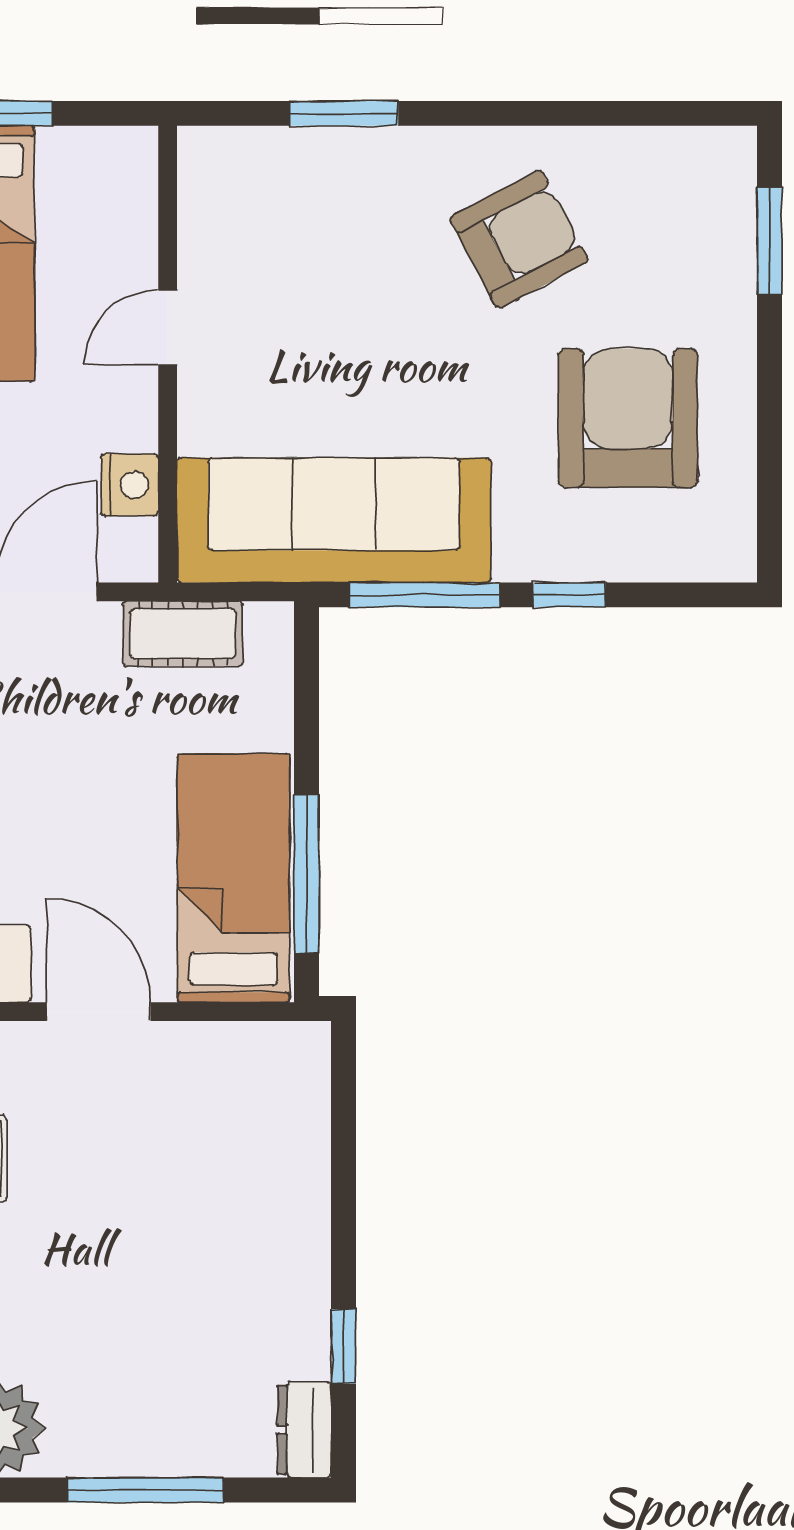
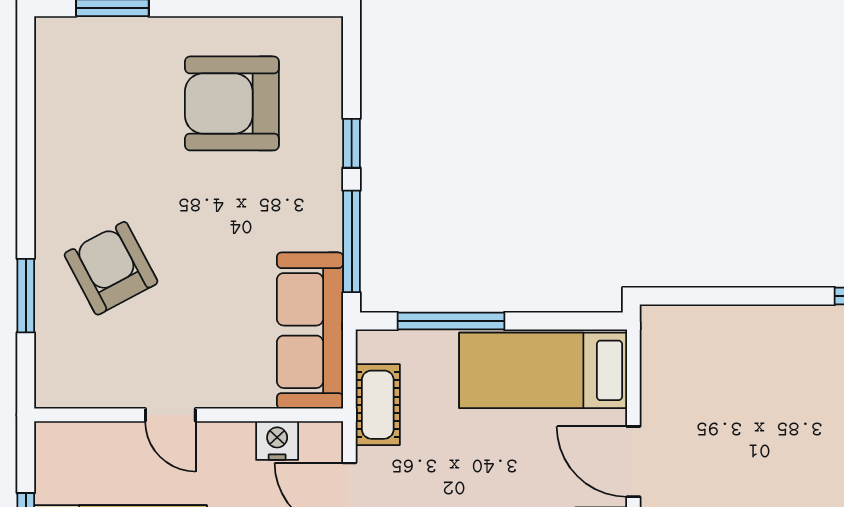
armchair: (519, 240) -> (111, 268), moved
sofa: (334, 520) -> (310, 331), width x0.74, depth x0.79
window: (307, 874) -> (451, 321), moved
door: (99, 1012) -> (633, 462), hinge flipped

